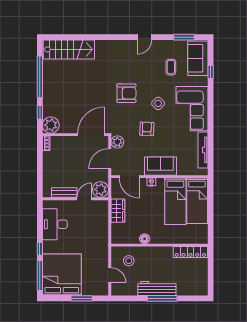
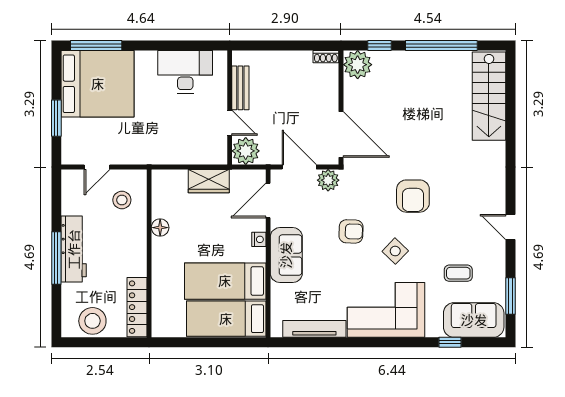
window: (40, 249) -> (143, 46), removed
stool: (198, 278) -> (92, 321), added

